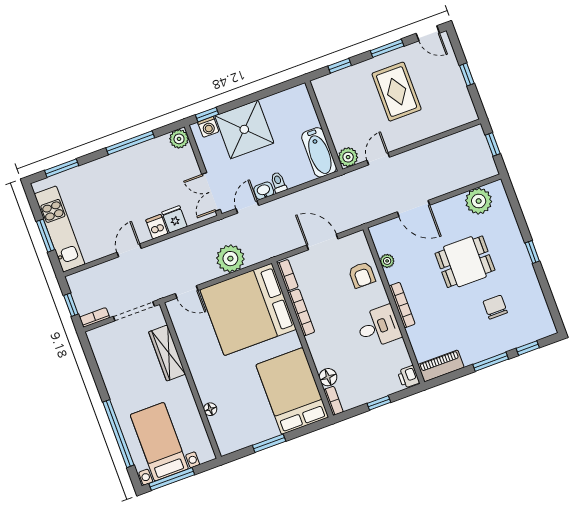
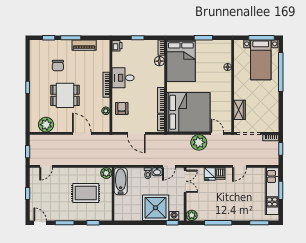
rug: (397, 92) -> (86, 193), moved, turned 90
door: (378, 159) -> (46, 166), moved
plant: (230, 259) -> (199, 142), moved
wardrobe: (167, 353) -> (239, 110), width x0.67
piano: (441, 366) -> (84, 45), moved

